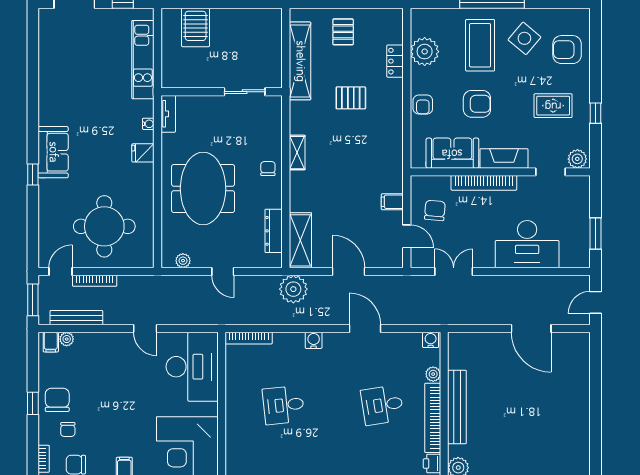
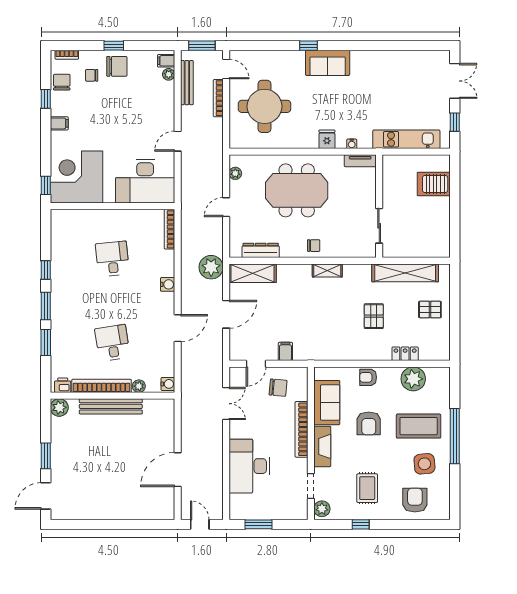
side table: (524, 38) -> (424, 464), turned 45

